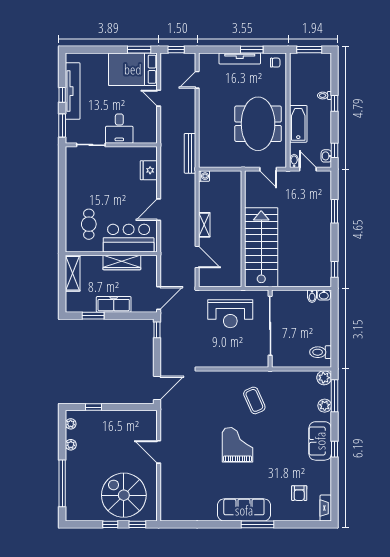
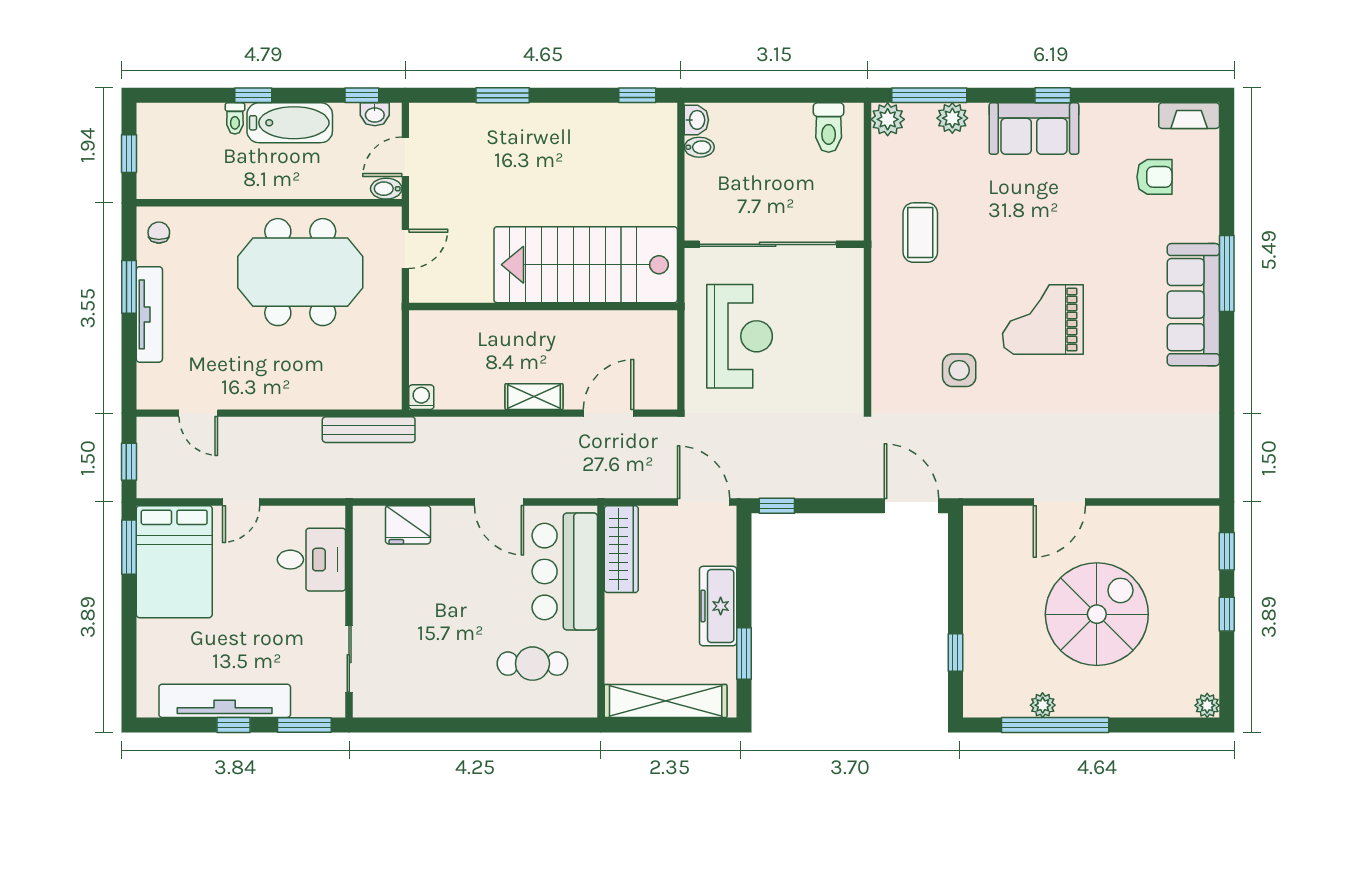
window: (309, 50) -> (129, 154), width x0.67
bathtub: (298, 124) -> (290, 123), moved, turned 180
desk: (119, 129) -> (311, 560), moved
wardrobe: (122, 263) -> (621, 549), moved
shelving: (73, 273) -> (666, 701), width x1.47
coffee table: (254, 400) -> (920, 233), moved, turned -66
side table: (216, 409) -> (959, 370), added
plant: (71, 424) -> (1207, 705), moved
window: (62, 483) -> (1055, 725), moved
spiral stairs: (124, 495) -> (1097, 614), moved, turned 180

